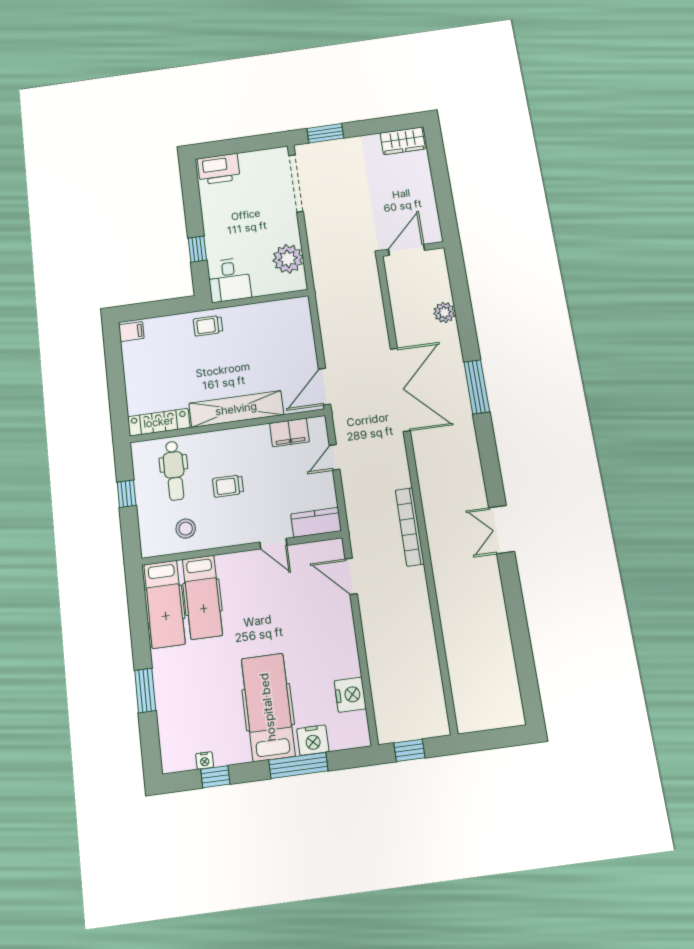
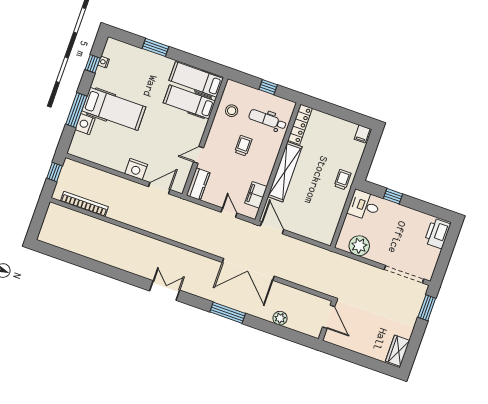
bookcase: (410, 527) -> (84, 204), moved
double door: (502, 530) -> (165, 290), moved
nightstand: (350, 695) -> (136, 169), moved

